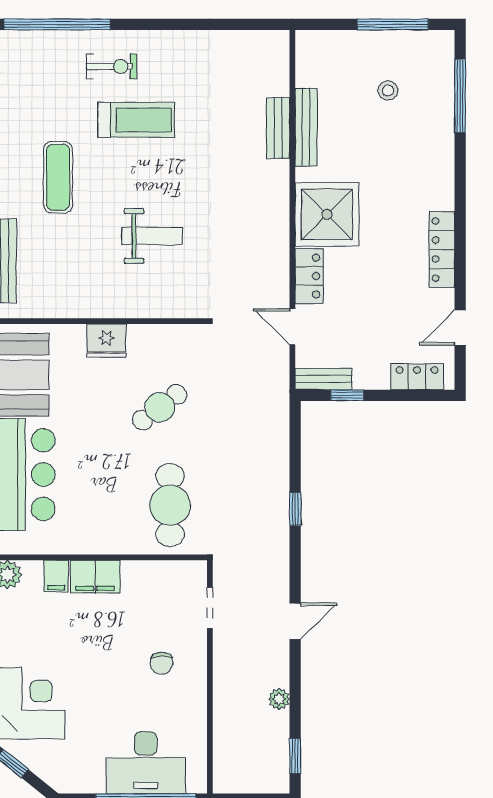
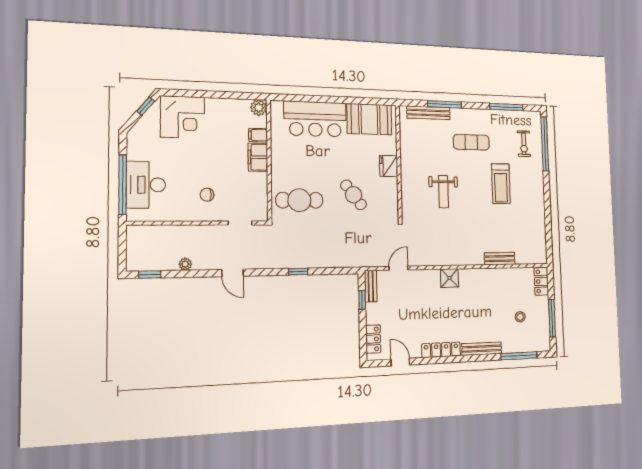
exercise bike: (112, 66) -> (524, 144), moved
bench: (306, 127) -> (482, 349), moved
shower: (327, 214) -> (450, 278), width x0.54, depth x0.54
locker: (309, 276) -> (541, 281), moved, turned 90

